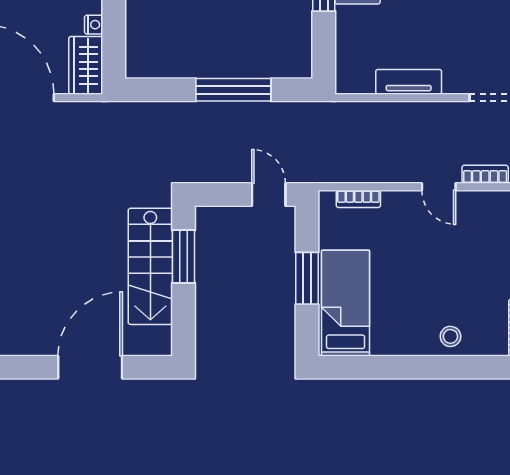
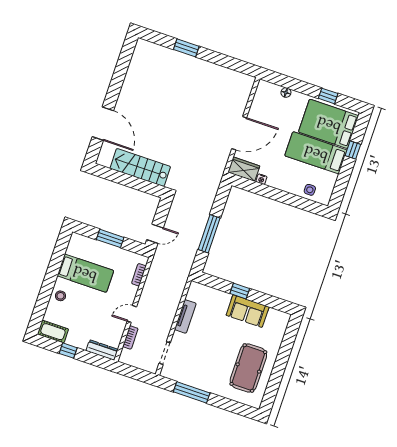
window: (183, 256) -> (140, 184), removed
bed: (346, 303) -> (85, 273), moved

